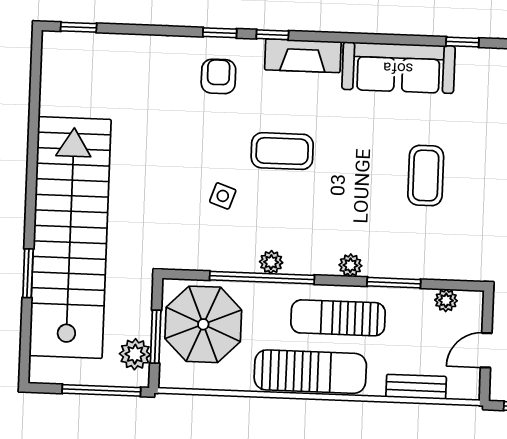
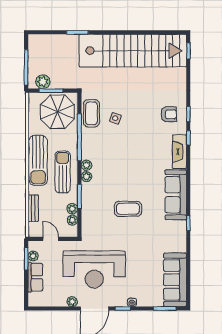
coffee table: (282, 151) -> (91, 113), moved
stairs: (70, 238) -> (133, 51), moved
plant: (271, 262) -> (86, 165), moved
plant: (421, 300) -> (72, 209), added

